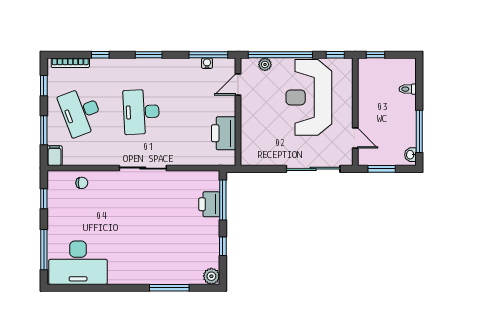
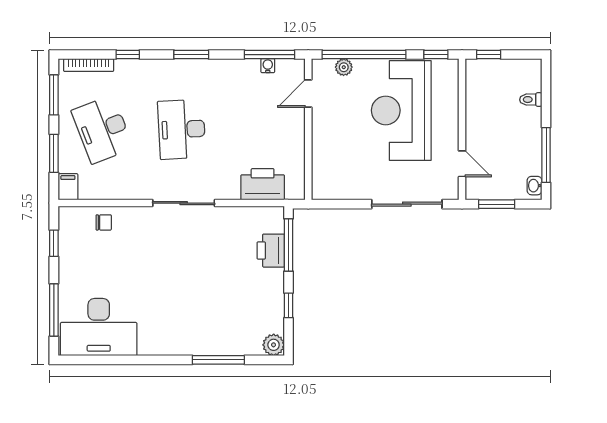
window: (44, 86) -> (54, 95), width x1.50
printer: (224, 133) -> (263, 184), moved, turned 90

